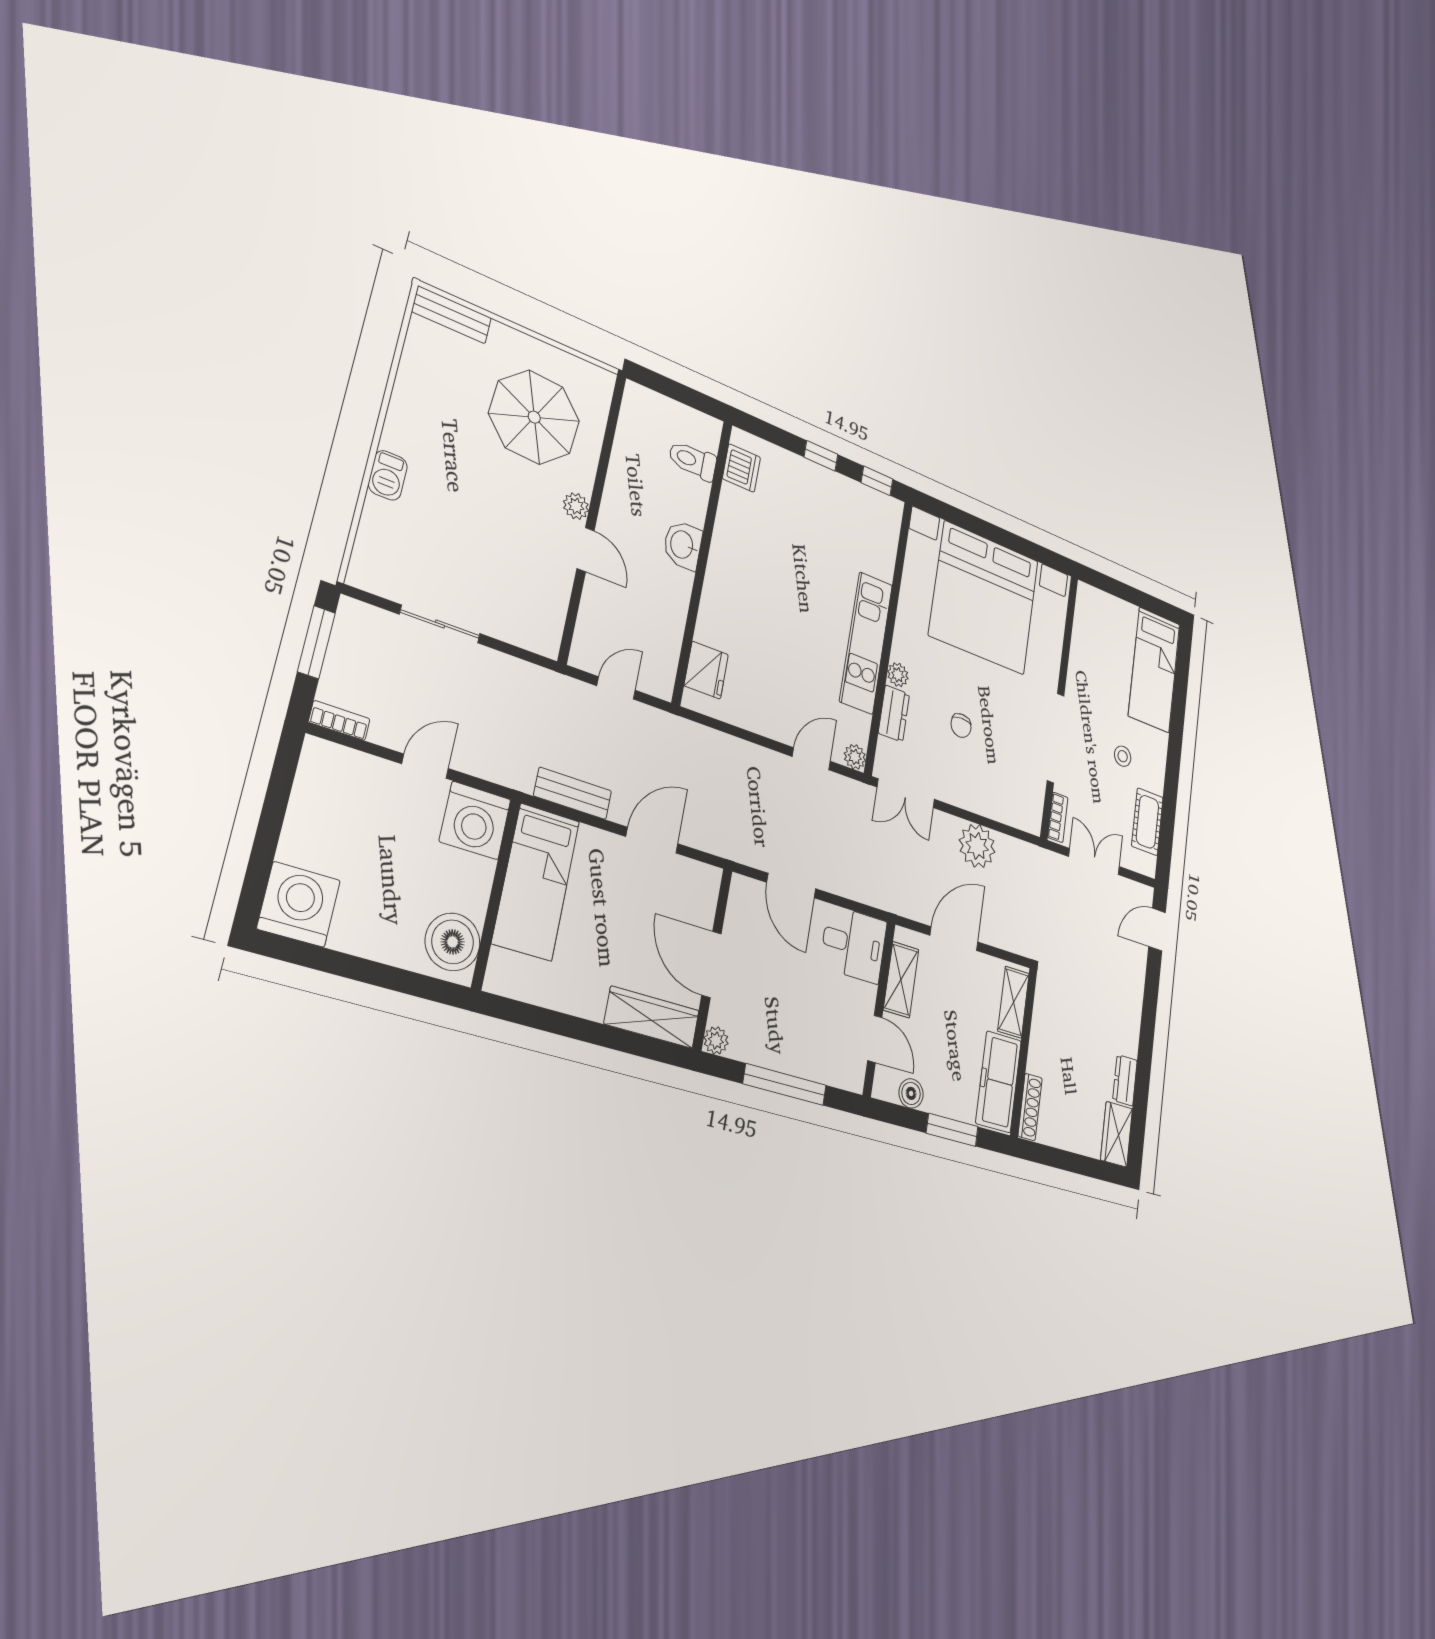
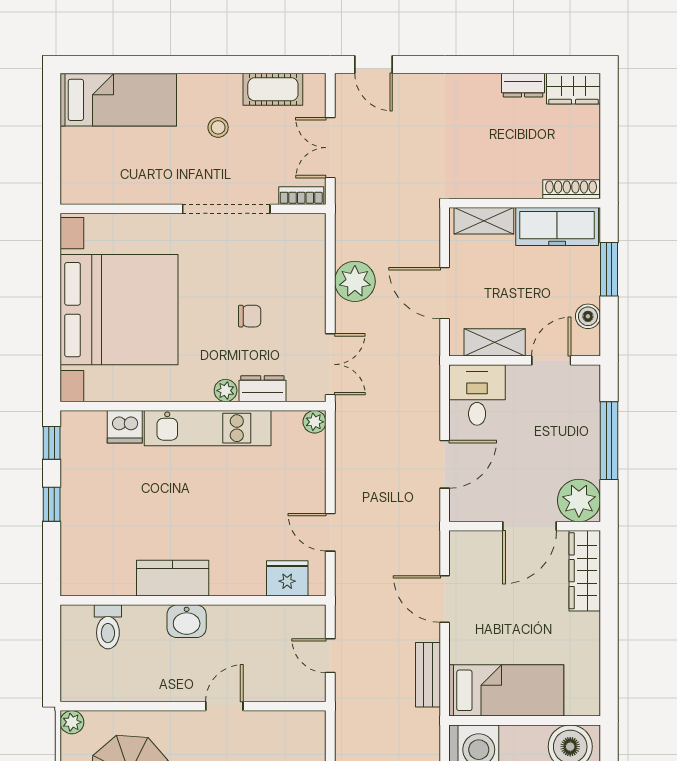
dishwasher: (741, 468) -> (125, 427), moved, turned 180
plant: (576, 506) -> (72, 722), moved
kitchen counter: (729, 548) -> (173, 578), added
door: (811, 759) -> (330, 532), moved
plant: (716, 1040) -> (579, 500), width x1.87, depth x1.87

